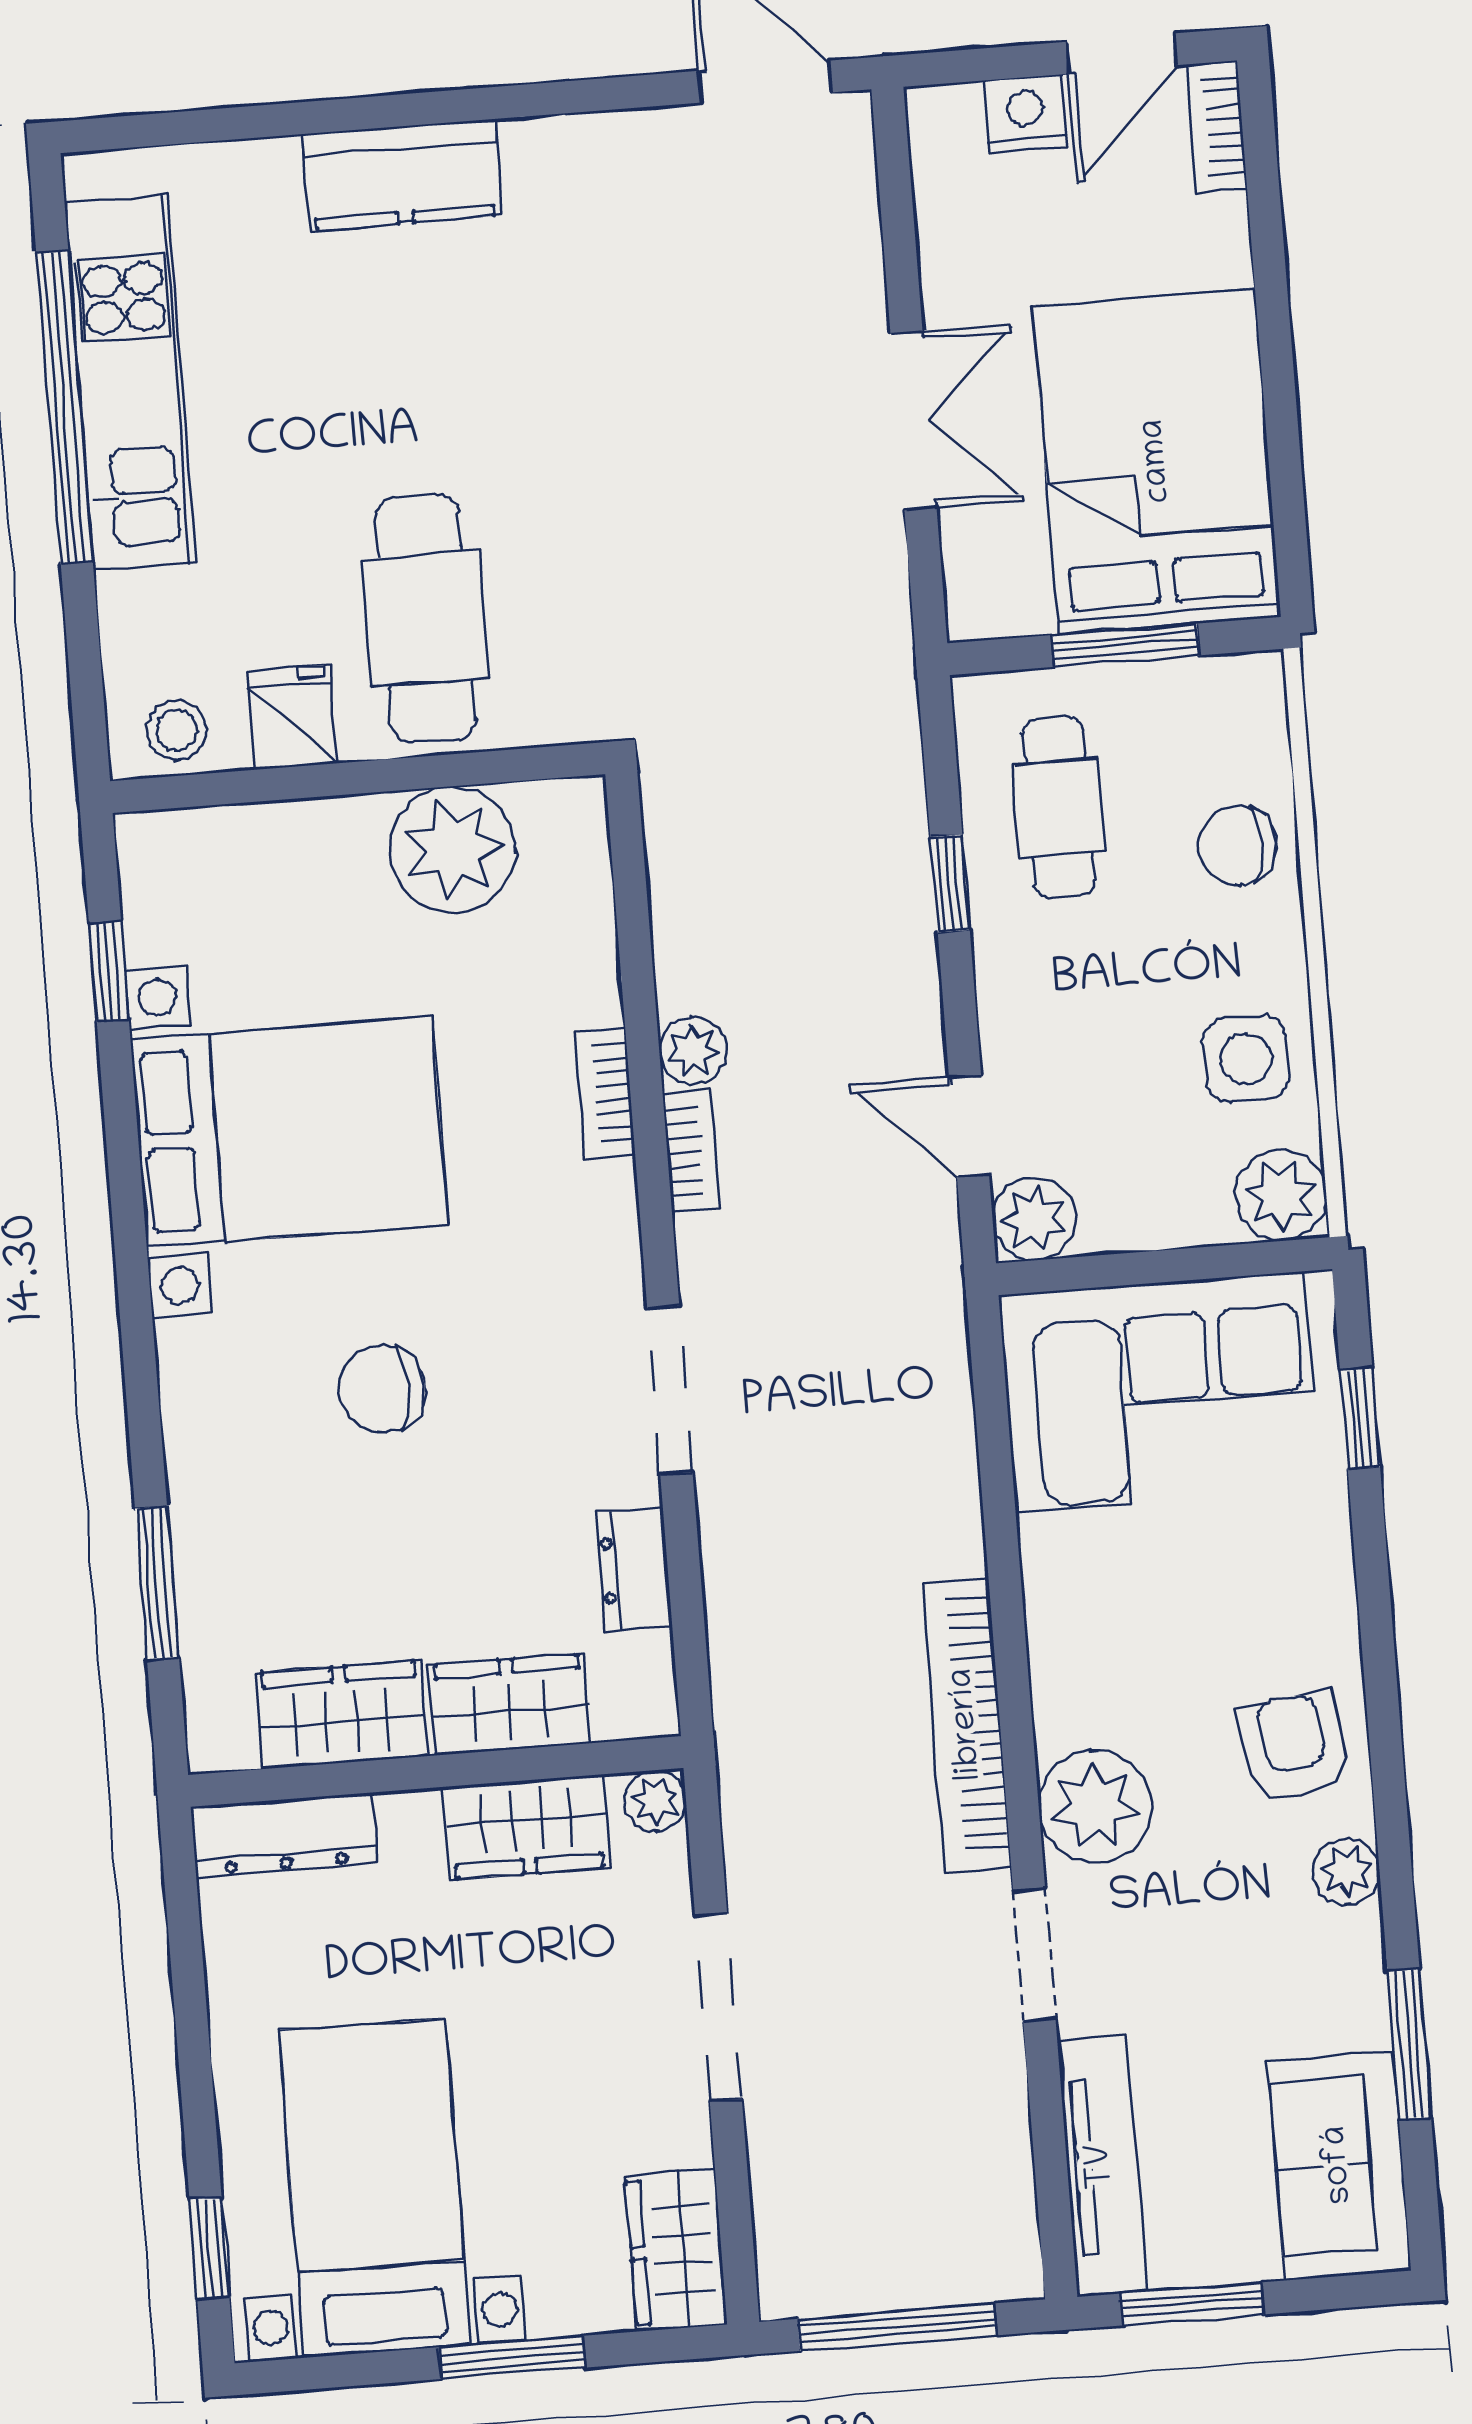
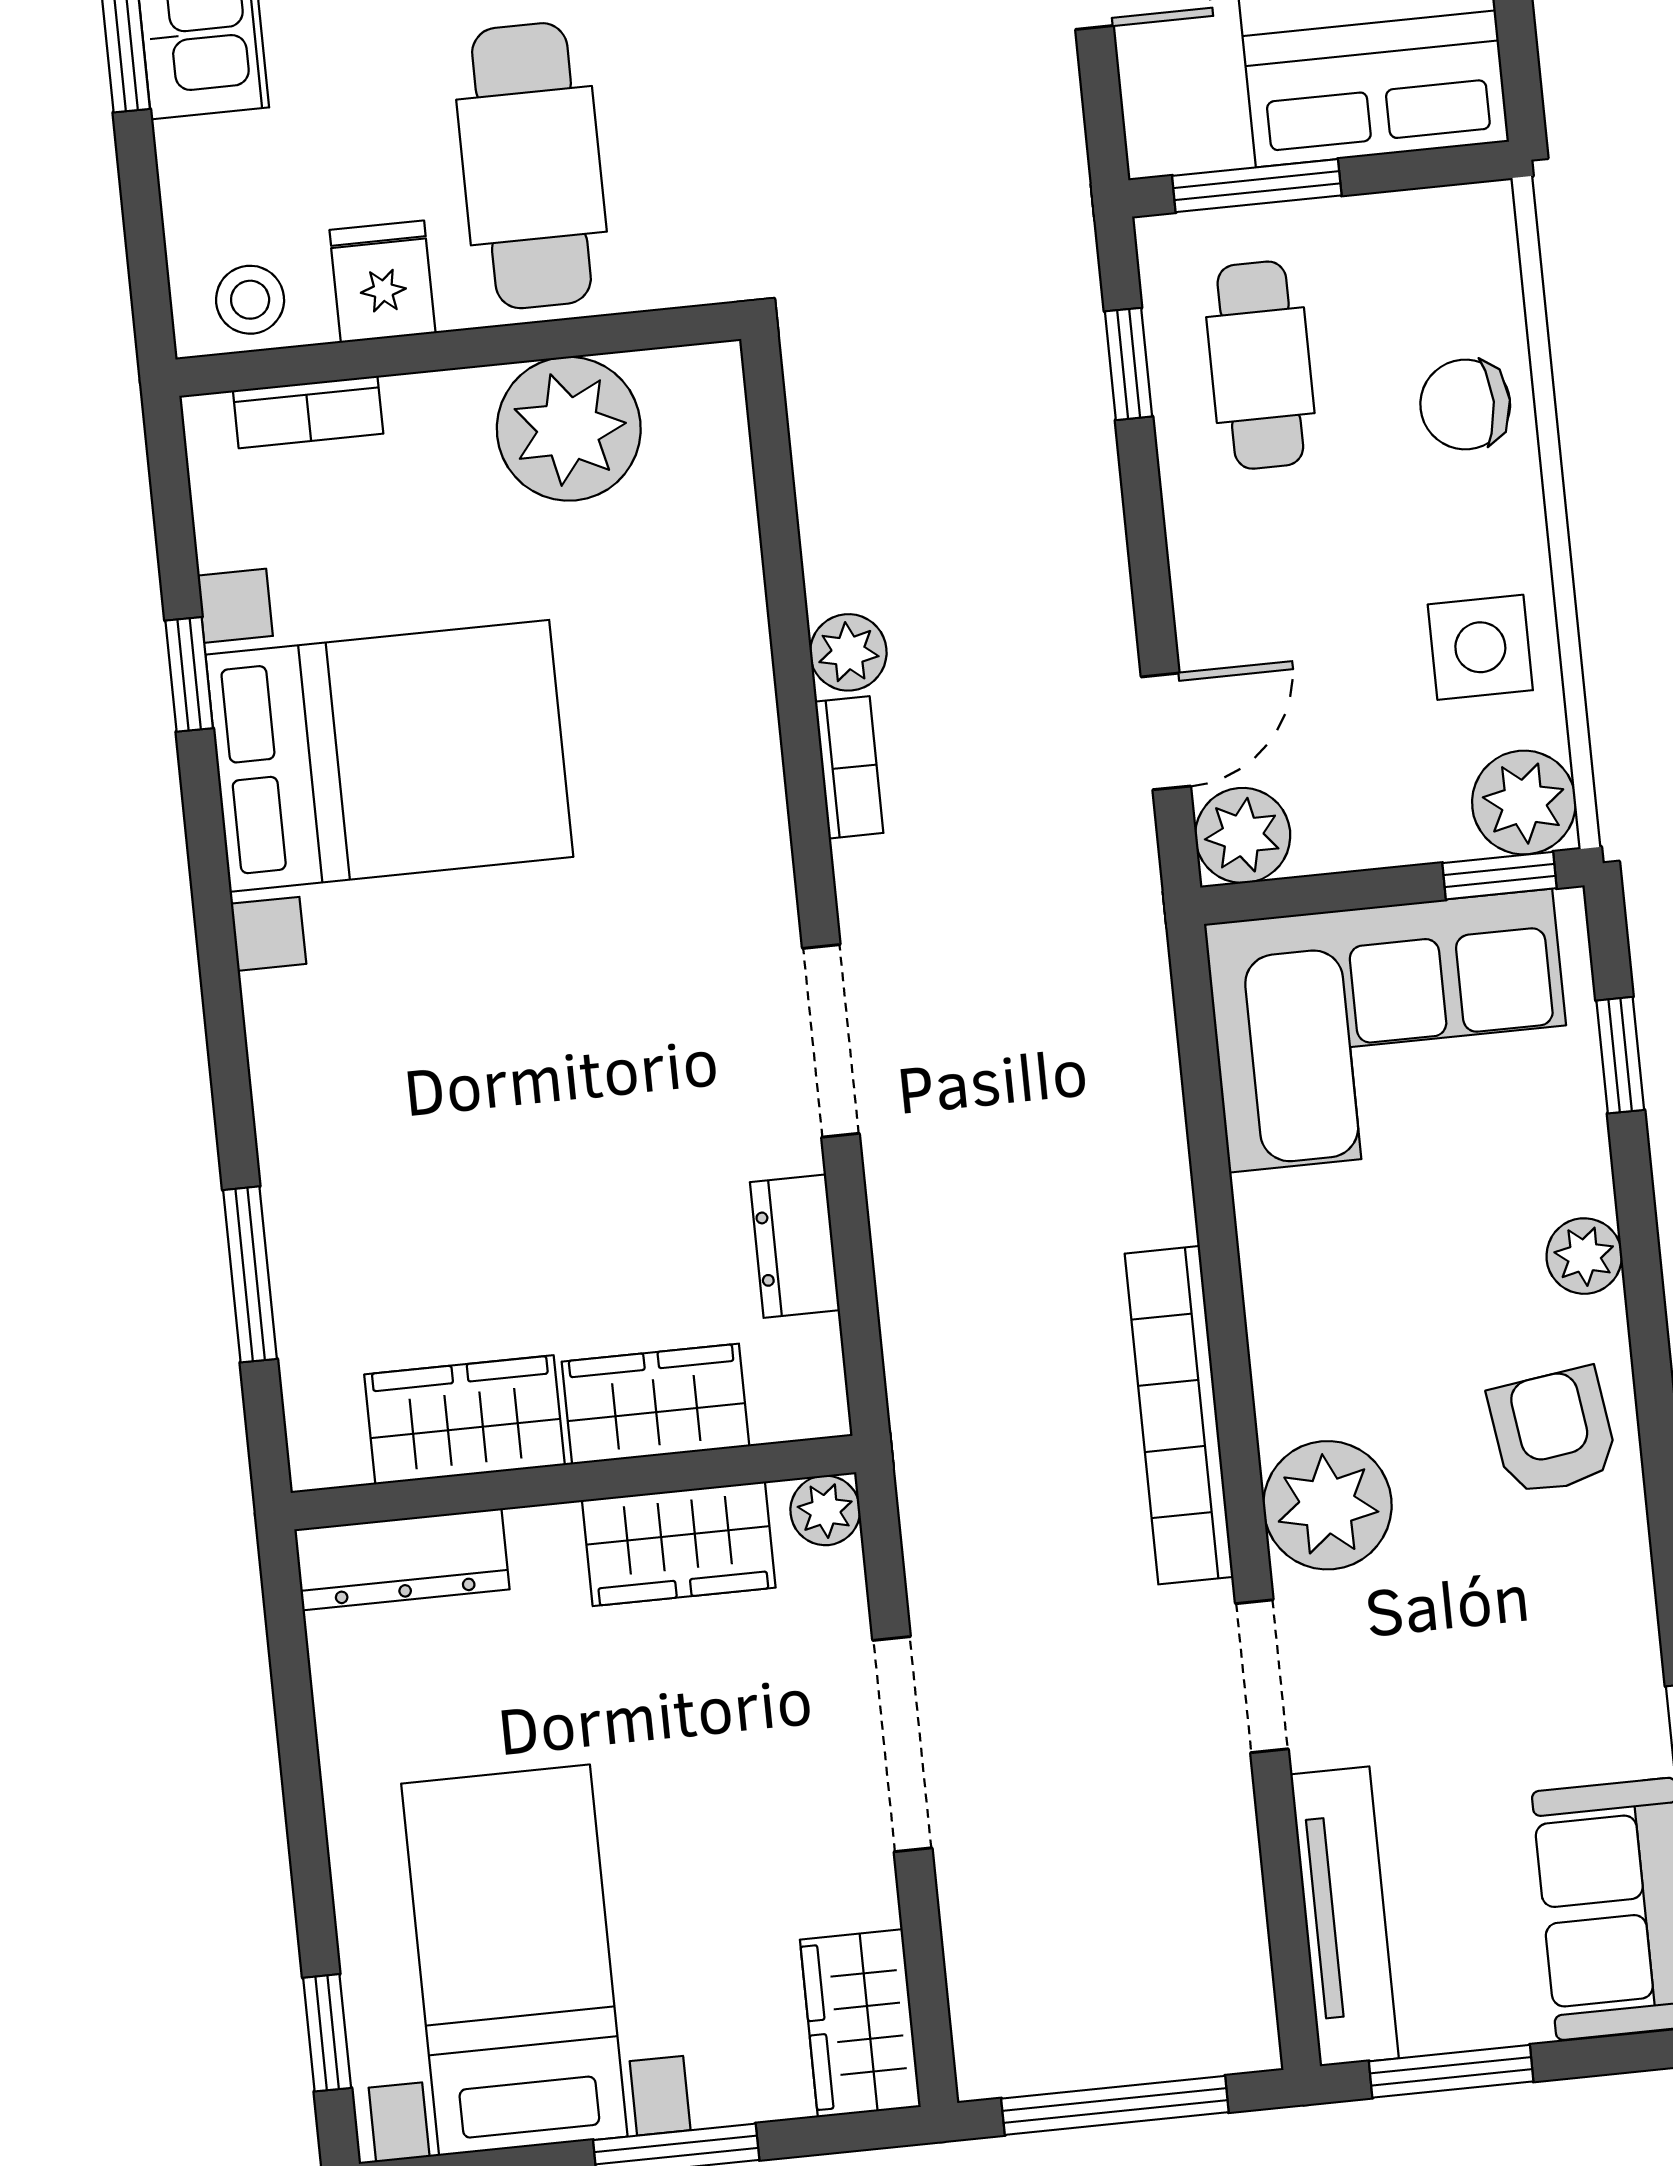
window: (1125, 645) -> (1257, 186), moved
window: (950, 883) -> (1129, 364), moved
window: (109, 971) -> (189, 674), moved
bookcase: (605, 1094) -> (308, 412), moved, turned -90
door: (969, 1126) -> (1166, 731), swing flipped
window: (1258, 1259) -> (1499, 876), added
chair: (382, 1389) -> (502, 1047), removed
plant: (1346, 1872) -> (1584, 1256), moved

